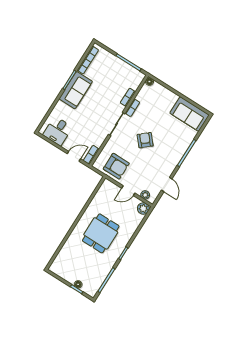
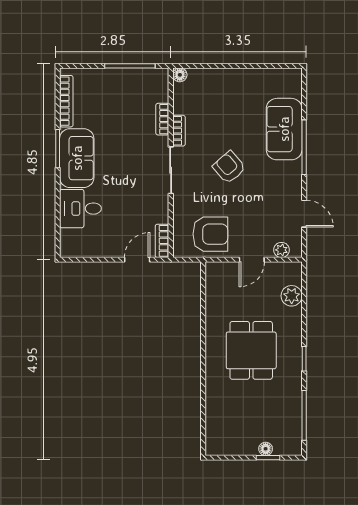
sofa: (189, 114) -> (284, 129), moved, turned 90
desk: (58, 131) -> (80, 209), moved, turned 90
plant: (143, 208) -> (292, 296), moved

